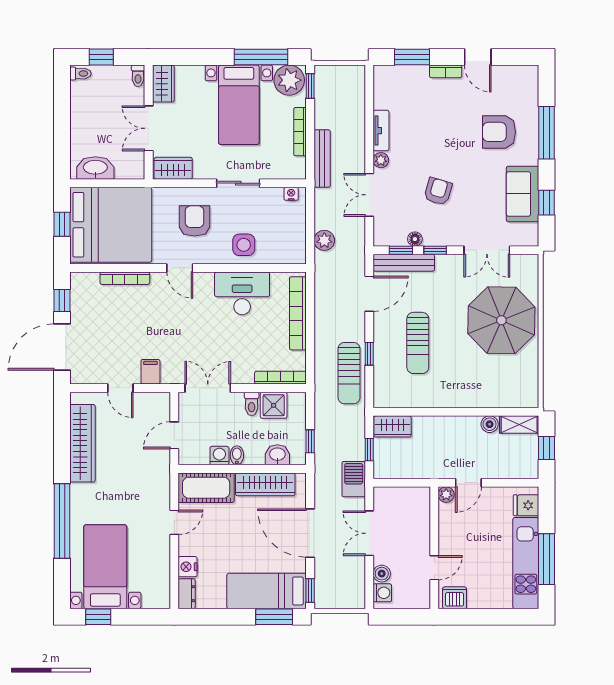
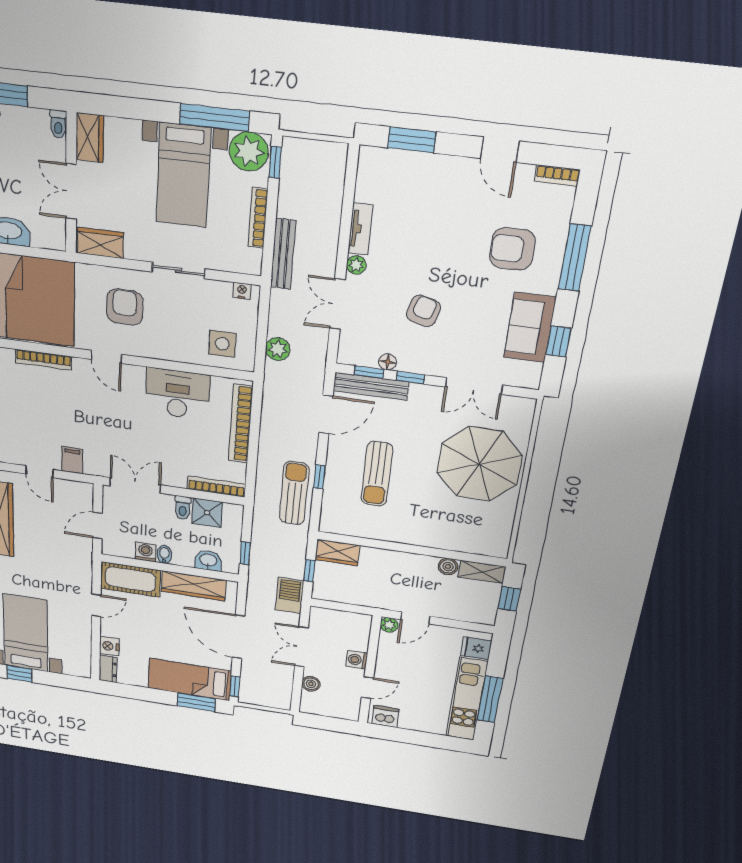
bookcase: (446, 71) -> (557, 175), moved
side table: (244, 245) -> (222, 344), moved
sun lounger: (349, 373) -> (294, 493), turned 180
washing machine: (382, 593) -> (357, 660), moved, turned 180

